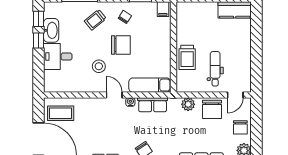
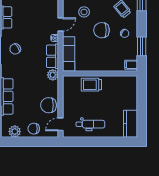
chair: (121, 45) -> (102, 30), turned 90
dental chair: (215, 69) -> (90, 124), moved
door: (235, 95) -> (60, 124), hinge flipped
plant: (188, 104) -> (53, 75), moved

